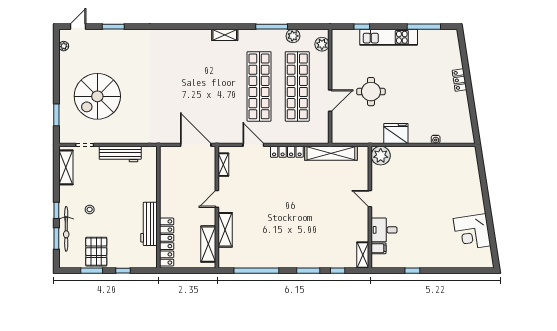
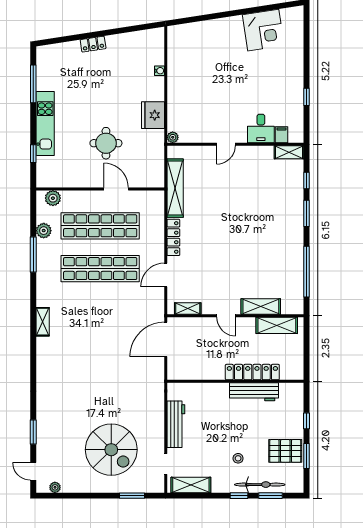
shelving: (225, 35) -> (43, 322), moved
plant: (381, 156) -> (173, 137), width x0.53, depth x0.53
locker: (167, 242) -> (252, 372), moved

